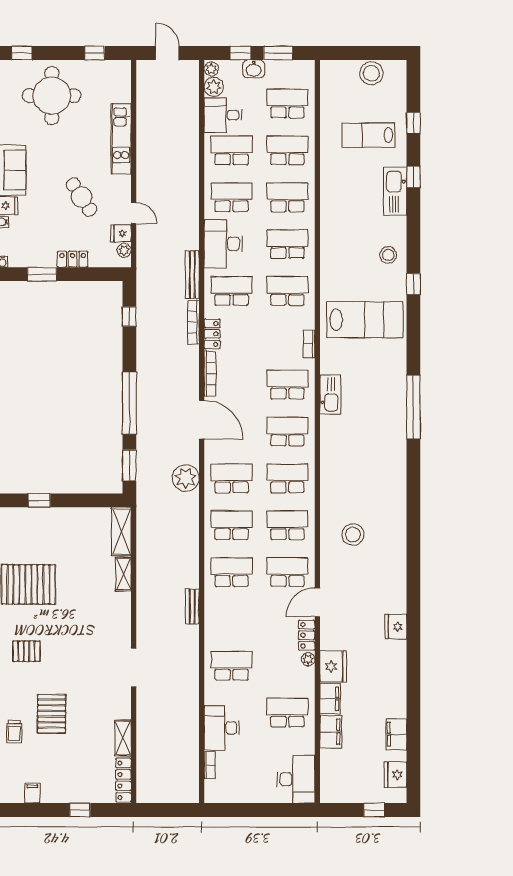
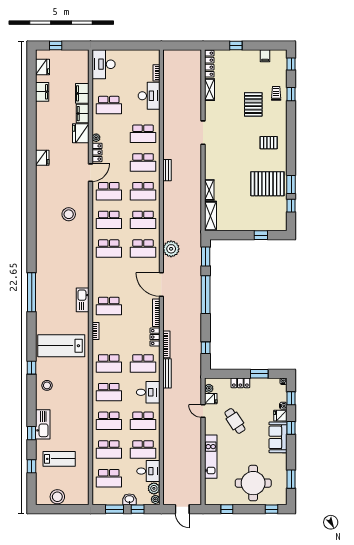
desk: (223, 244) -> (148, 392), width x0.73
school desk: (287, 431) -> (143, 162), moved

